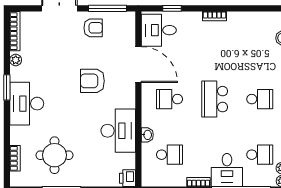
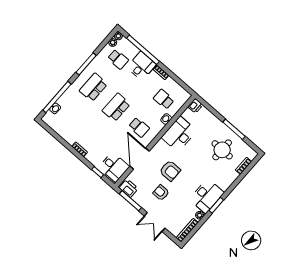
printer: (121, 21) -> (129, 188), added
armchair: (93, 28) -> (161, 193), moved
school desk: (215, 99) -> (116, 107), turned 180
school desk: (260, 99) -> (93, 87), width x1.85
desk: (27, 104) -> (207, 196), moved
school desk: (260, 155) -> (118, 59), turned 180

